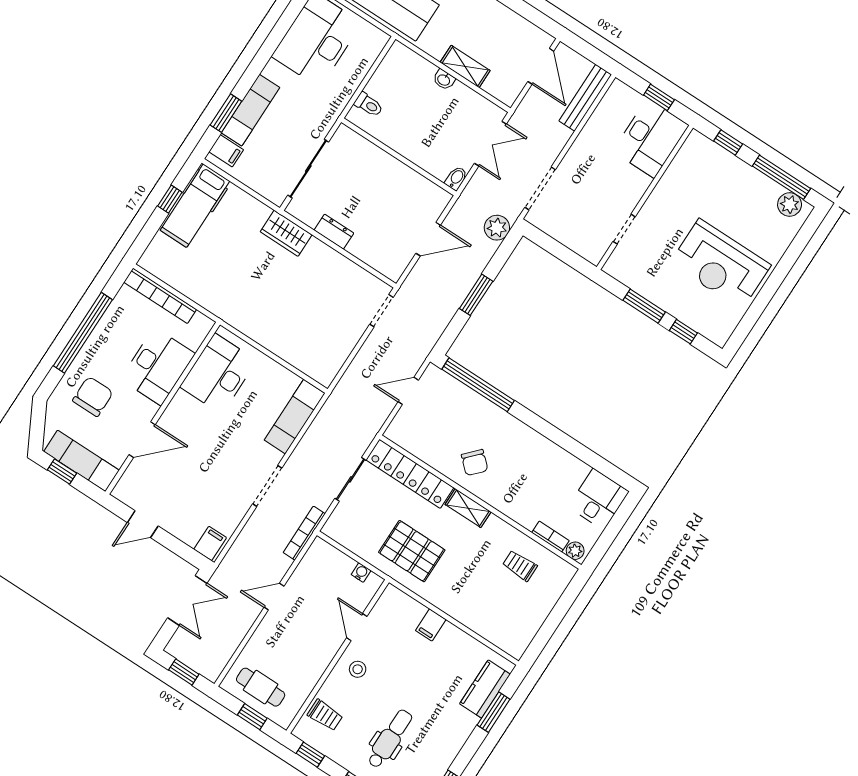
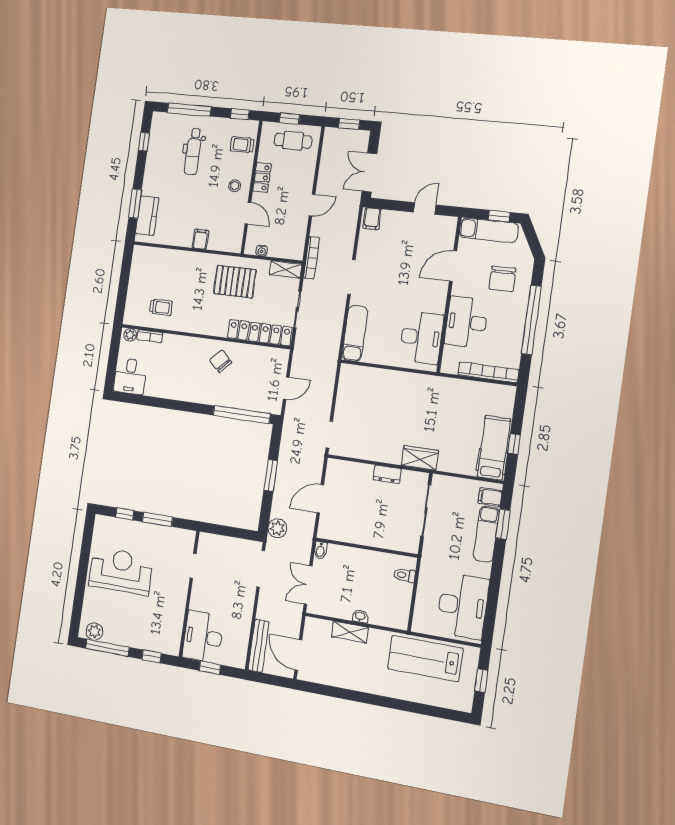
shelving: (468, 508) -> (286, 269), moved
locker: (319, 662) -> (262, 178), added

